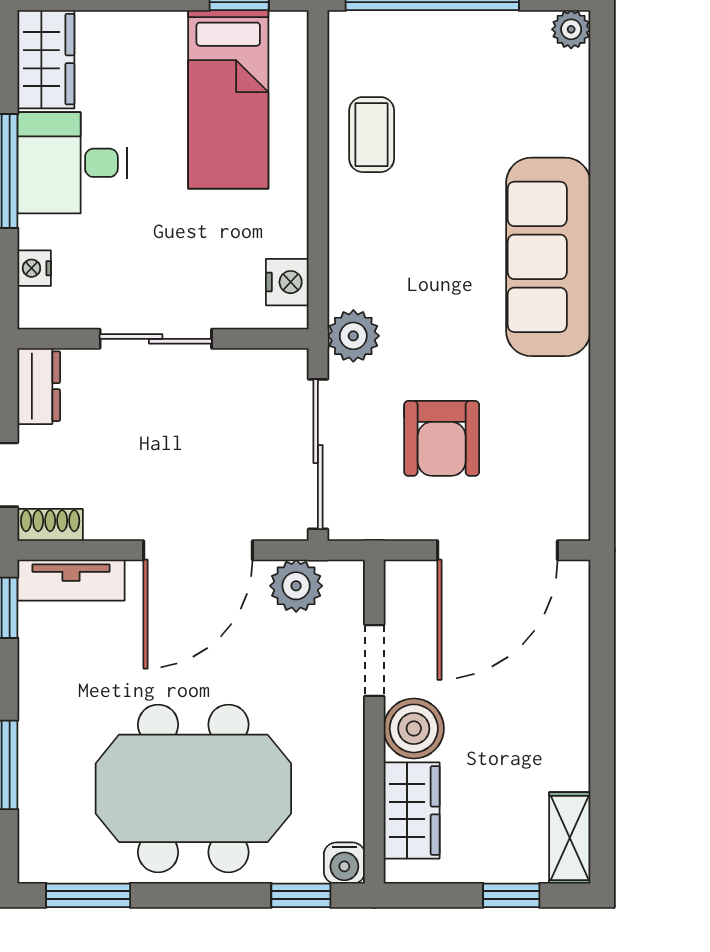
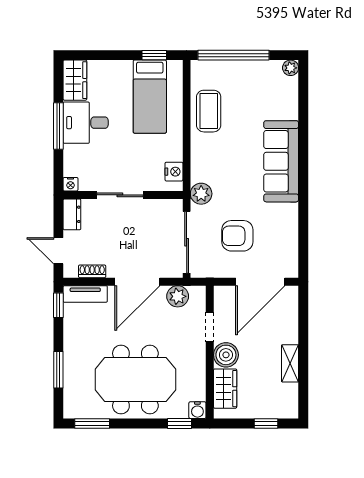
coffee table: (372, 135) -> (209, 111), width x1.36, depth x1.30
nightstand: (34, 268) -> (71, 184), moved, turned -90
armchair: (442, 438) -> (237, 236), turned 90
shoe rack: (50, 525) -> (92, 271), moved
shelving: (570, 838) -> (290, 363), moved

